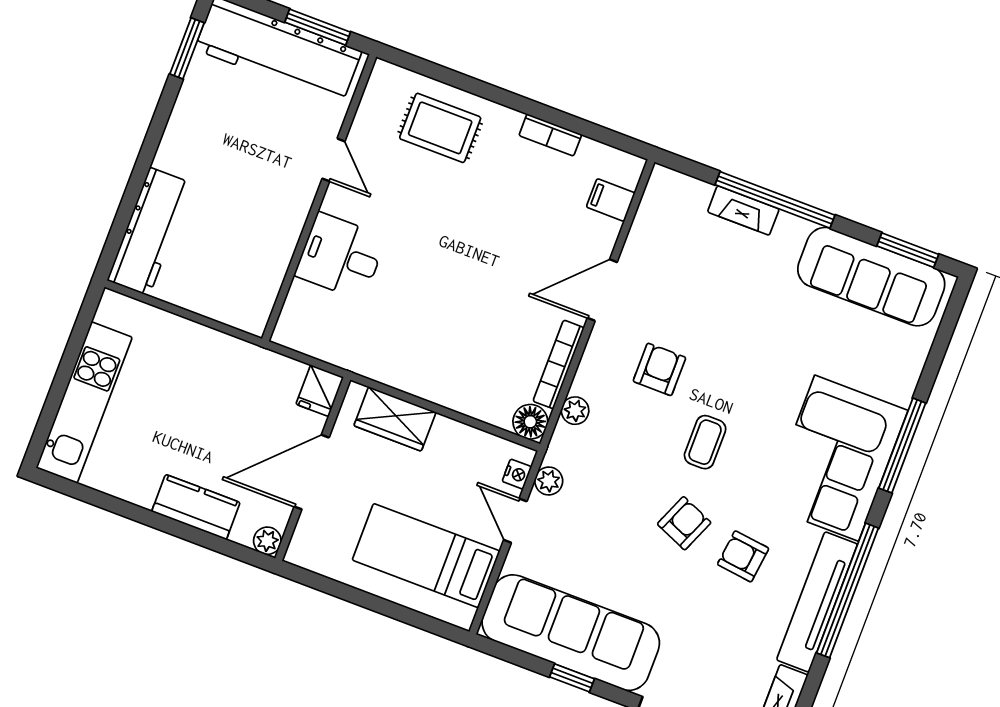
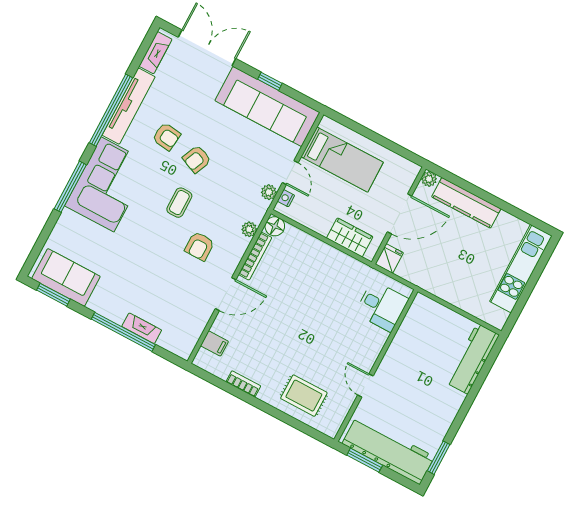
desk: (341, 256) -> (382, 306), moved
sofa: (871, 277) -> (66, 277), width x0.73
kitchen counter: (196, 507) -> (466, 203), width x1.50

